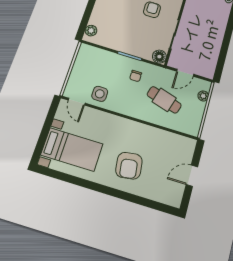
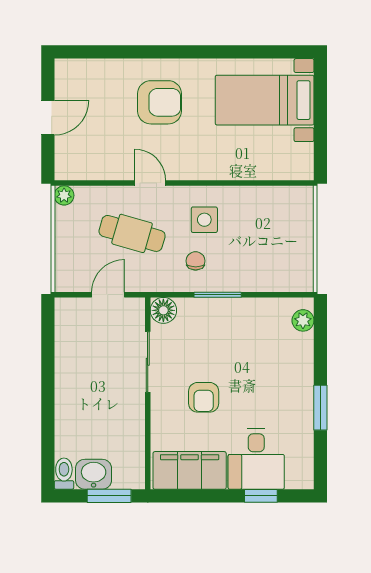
side table: (100, 94) -> (204, 220), moved
plant: (203, 96) -> (64, 195), moved
door: (77, 102) -> (150, 183), moved
armchair: (129, 166) -> (160, 102), turned 98

